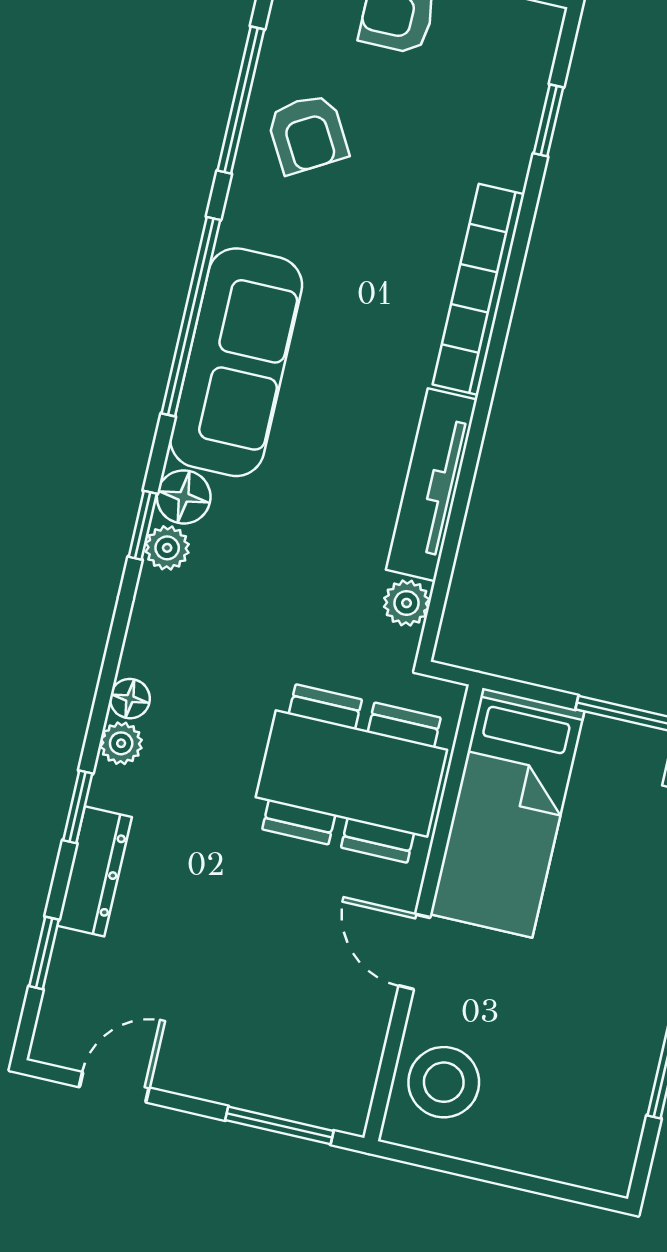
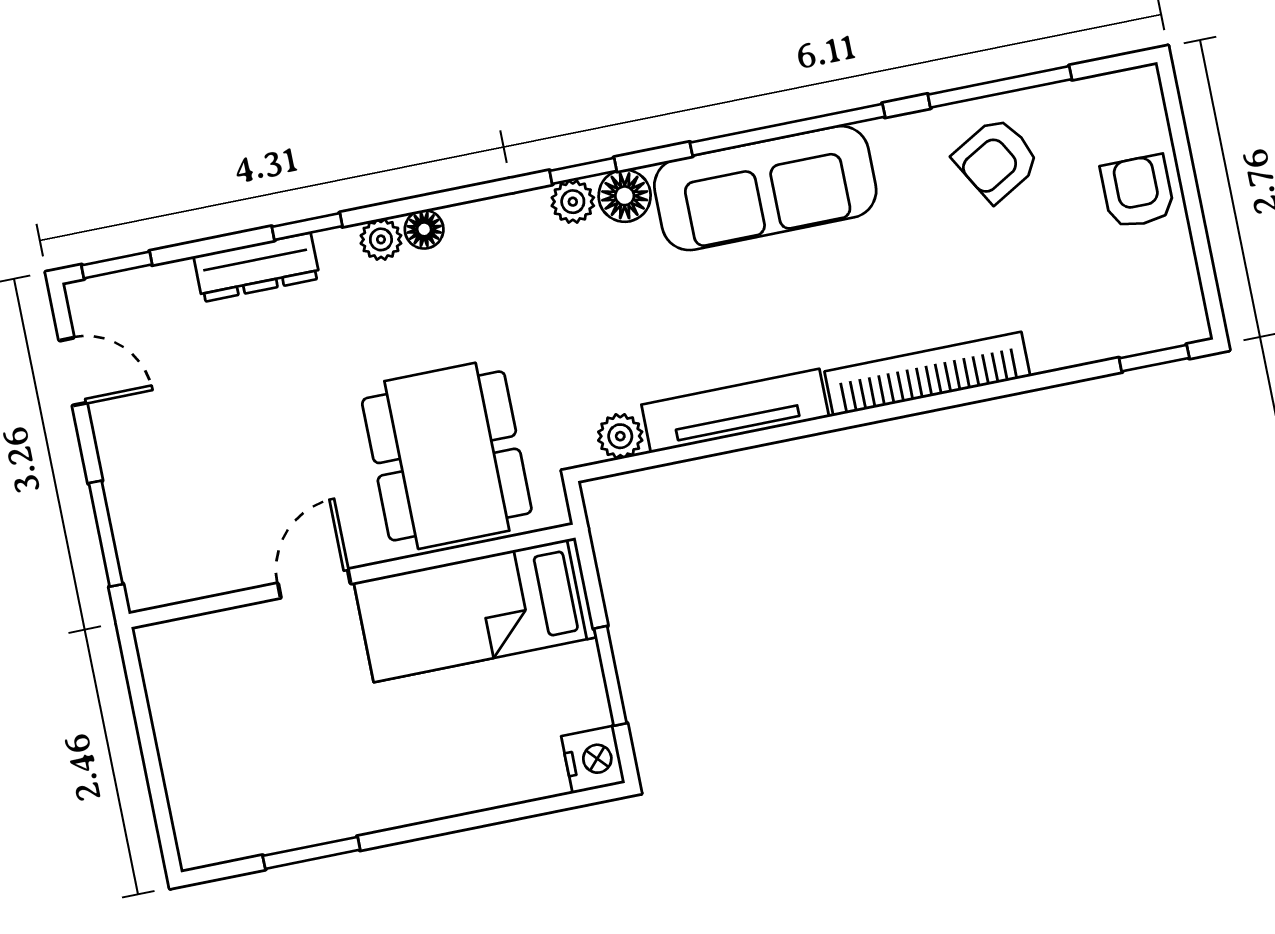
window: (549, 120) -> (1154, 358), moved
window: (44, 953) -> (117, 265), moved
stool: (444, 1082) -> (210, 662), removed

